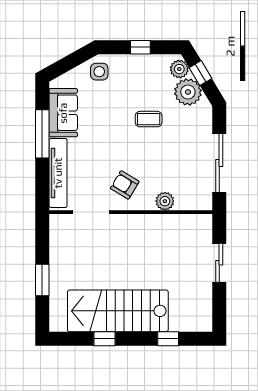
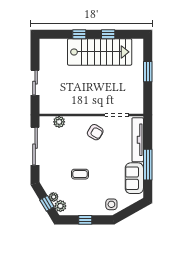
plant: (188, 92) -> (54, 197), width x0.53, depth x0.53
plant: (165, 201) -> (59, 122), moved
window: (168, 339) -> (79, 34), moved

